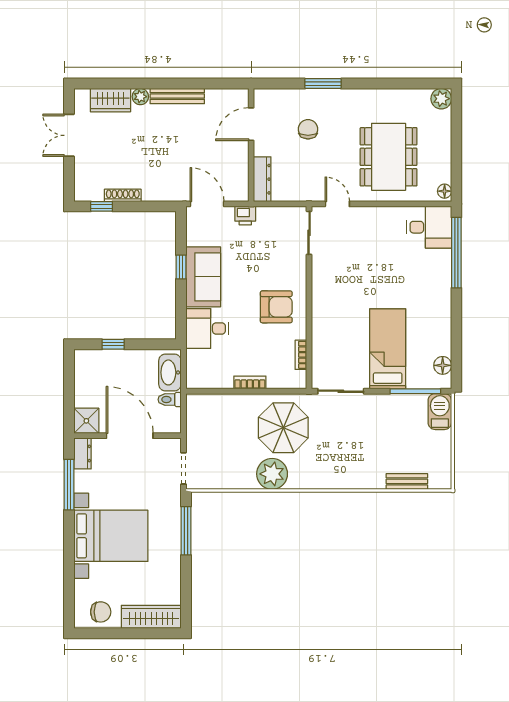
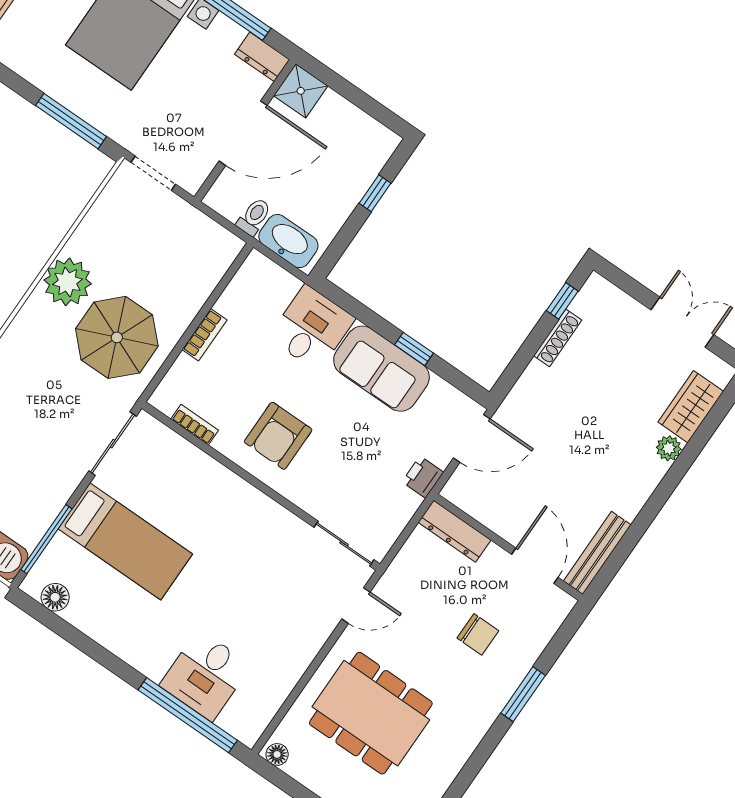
bench: (177, 96) -> (597, 553), moved
desk: (429, 227) -> (205, 675), moved

